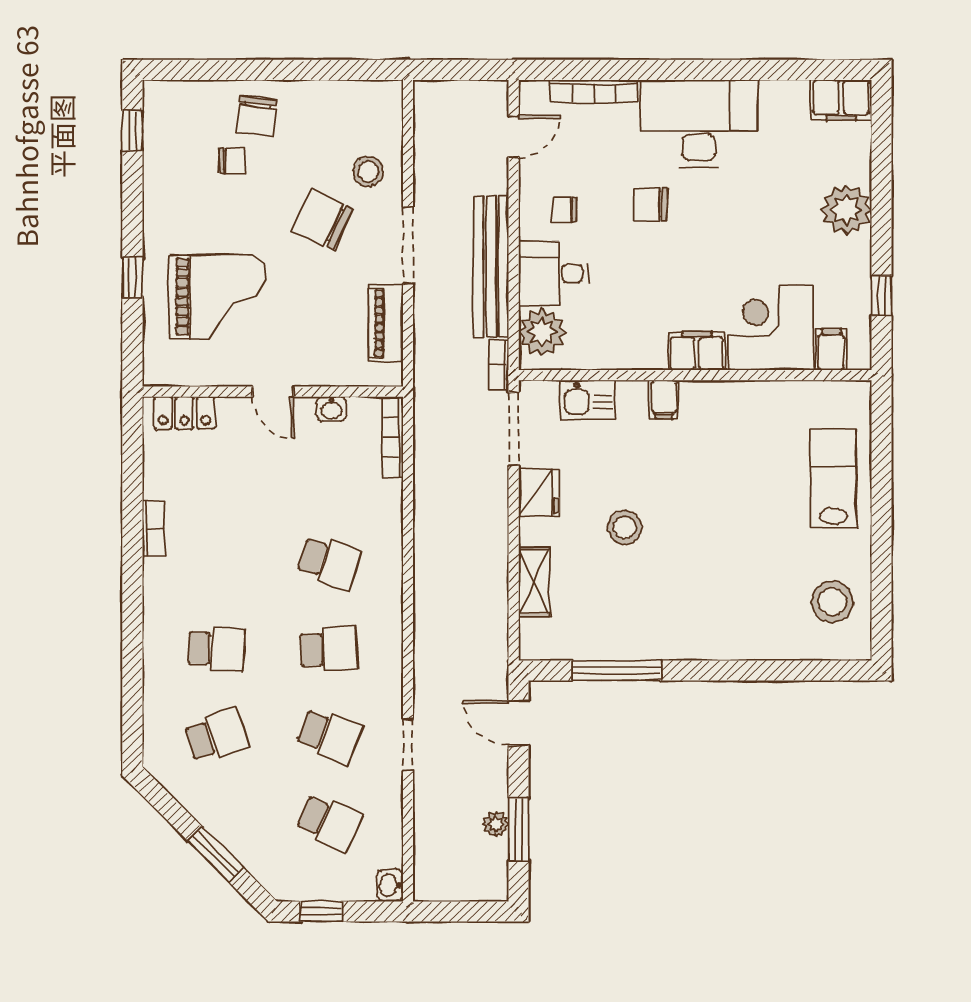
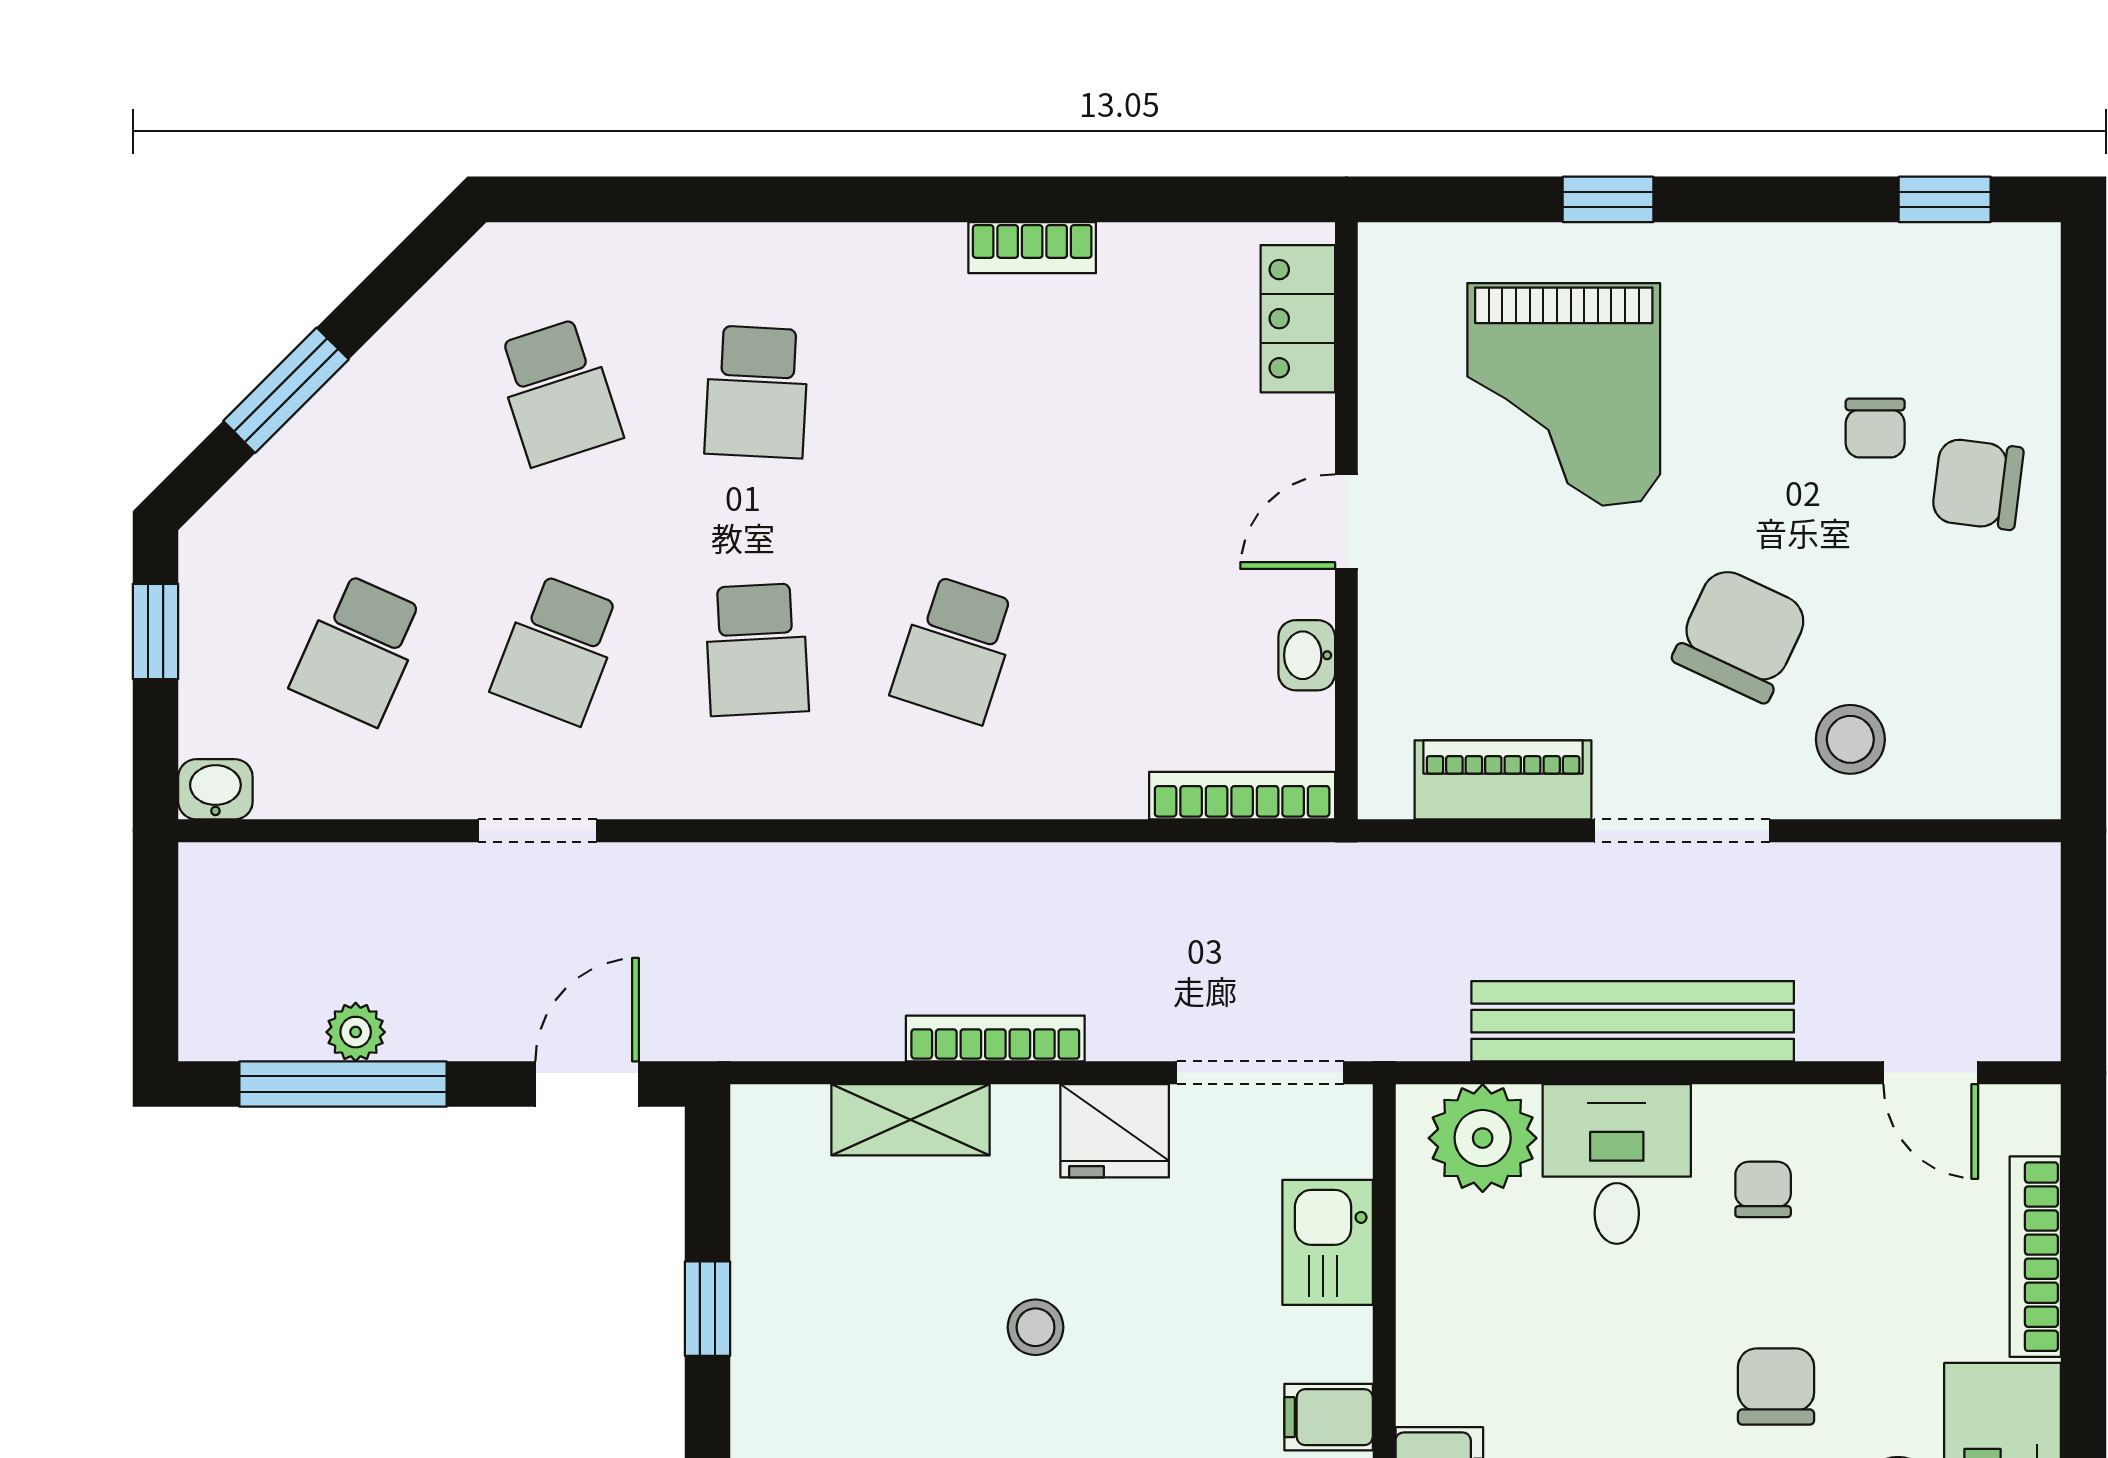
bookcase: (499, 365) -> (995, 1038), moved, width x1.56
stool: (625, 527) -> (1036, 1327), width x0.73, depth x0.73
window: (617, 670) -> (707, 1309), width x0.46
window: (519, 830) -> (343, 1084), width x1.44

